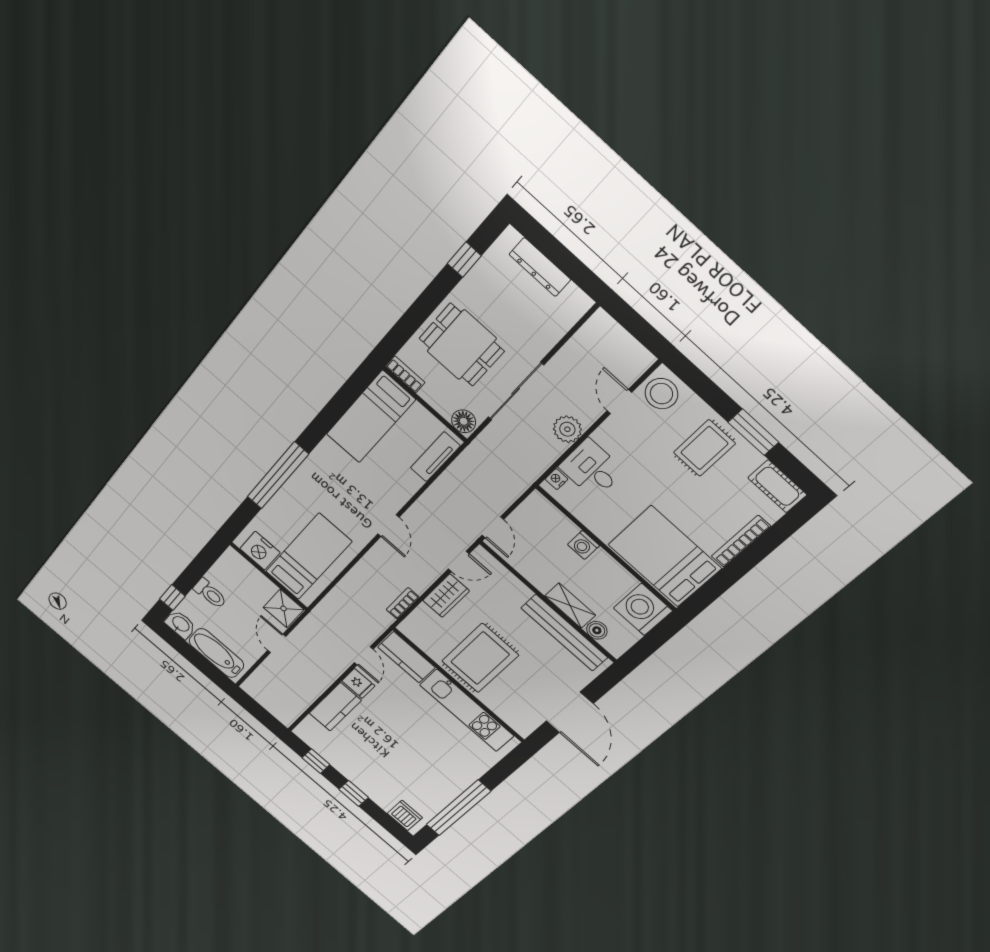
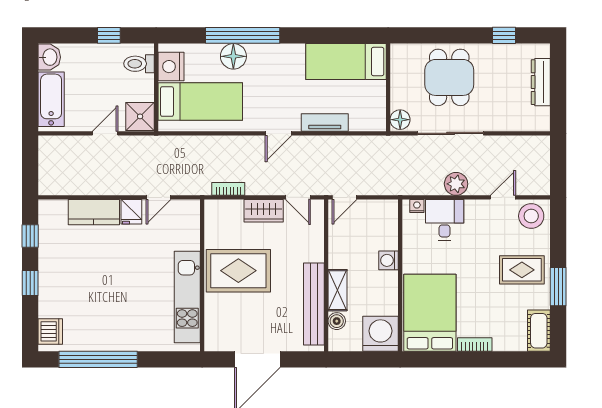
bookcase: (405, 374) -> (397, 60), removed
tv unit: (435, 457) -> (325, 123), moved
floor lamp: (290, 499) -> (233, 56), added
bookcase: (741, 541) -> (475, 345), width x0.64
toilet: (210, 593) -> (139, 64), moved, turned 90
window: (172, 598) -> (109, 35), moved
kitchen counter: (406, 657) -> (188, 225), removed

